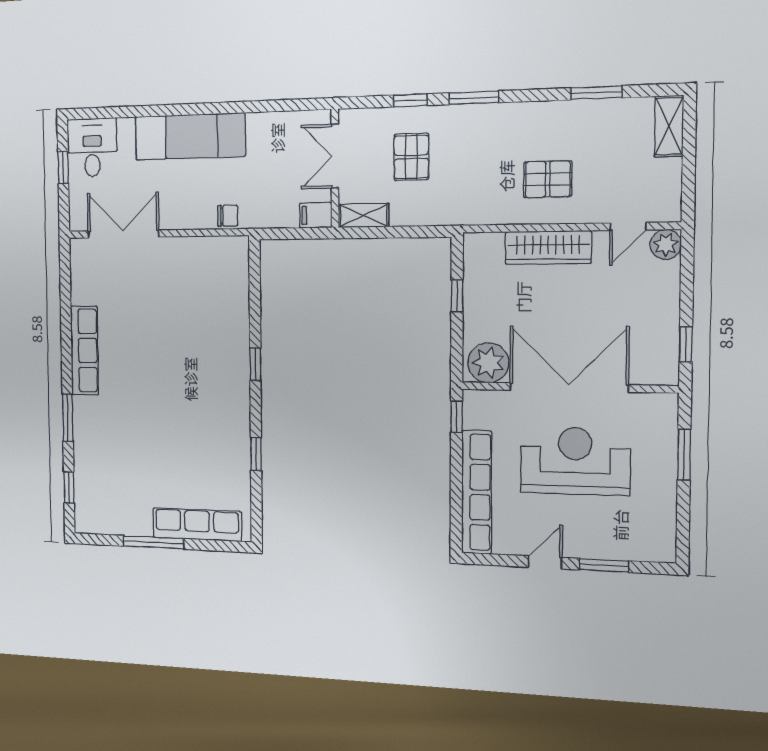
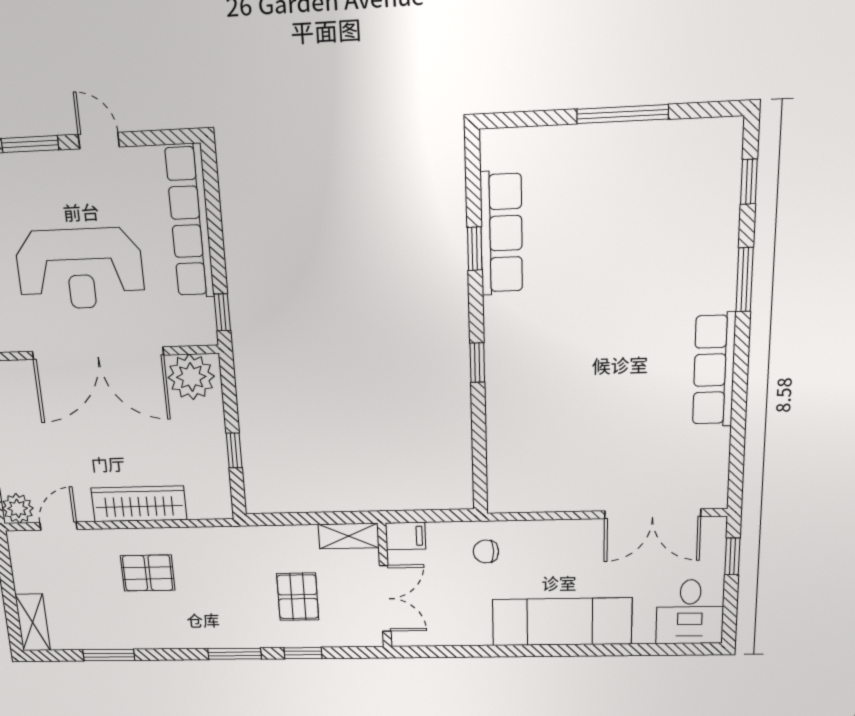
window: (63, 167) -> (732, 556), moved
chair: (228, 216) -> (486, 551), moved
row of seats: (197, 525) -> (501, 233), moved, turned -90
door: (545, 562) -> (99, 141), swing flipped

